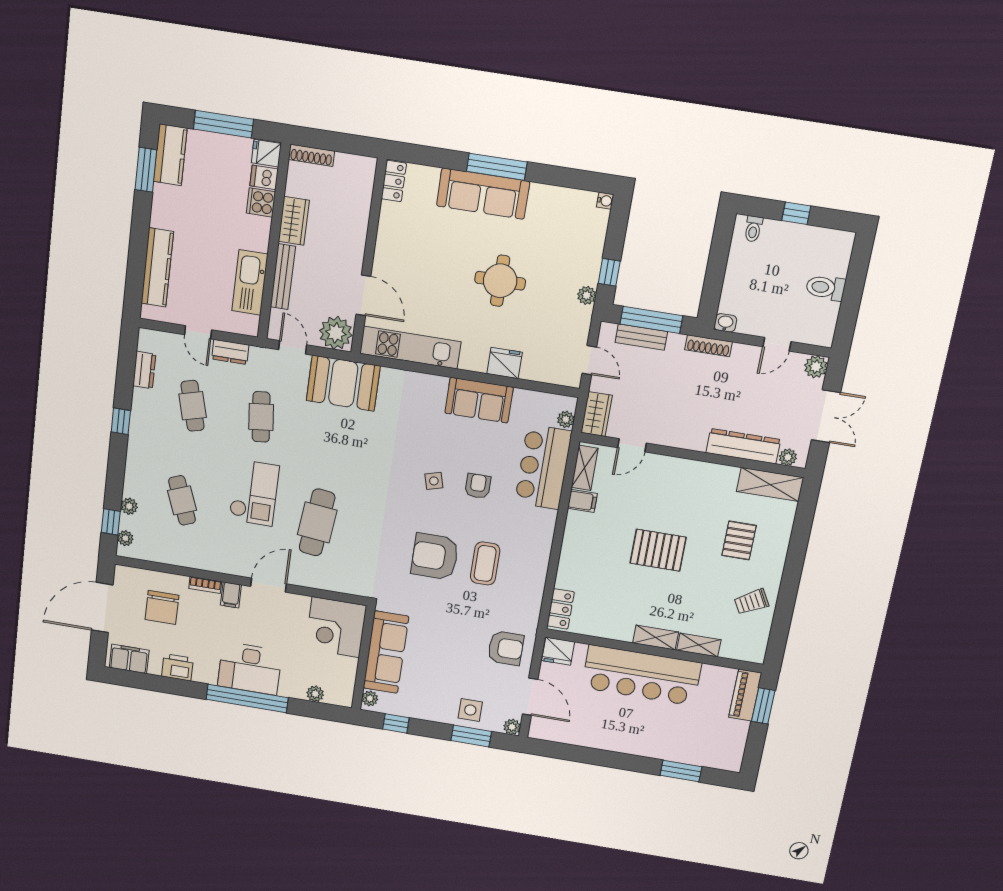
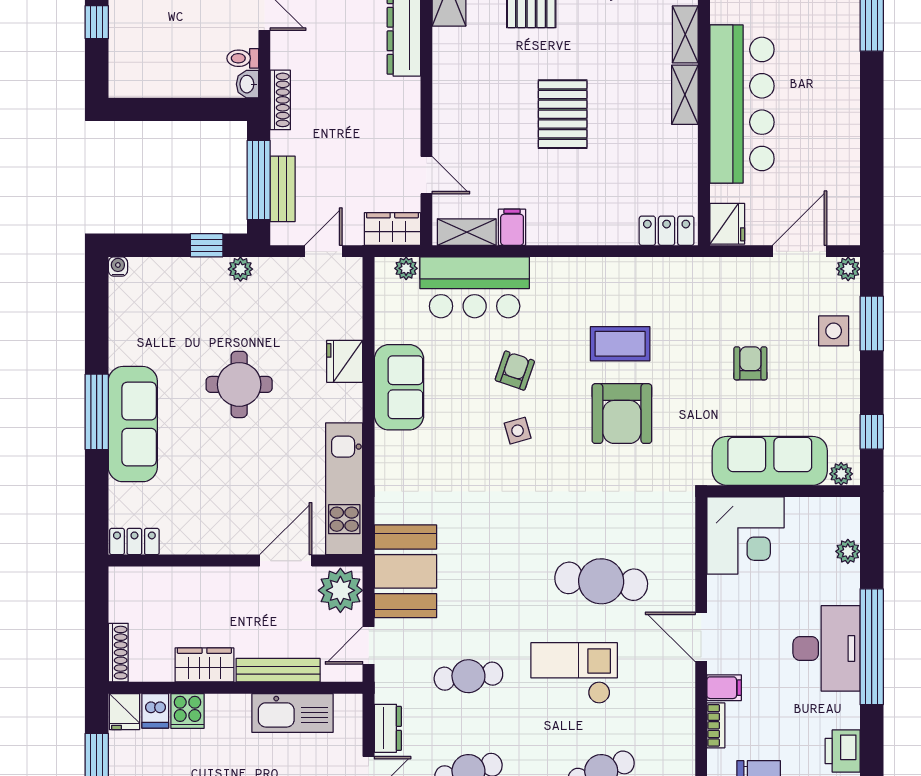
toilet: (753, 229) -> (243, 58), moved, turned 180
armchair: (478, 486) -> (515, 371), turned 109
armchair: (506, 648) -> (750, 363), moved, width x0.72, depth x0.72

